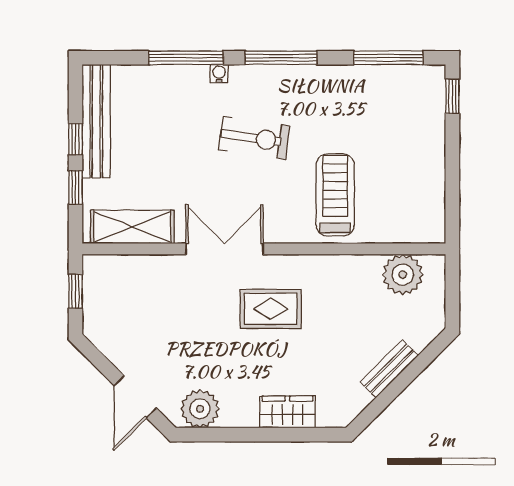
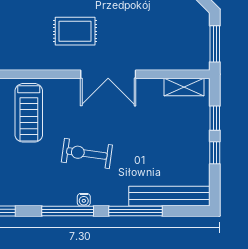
water cooler: (219, 73) -> (84, 200), moved
bench: (96, 121) -> (169, 196), moved, turned 90
shelving: (132, 227) -> (184, 87), width x0.67, depth x0.75
window: (75, 291) -> (215, 44), width x1.50

